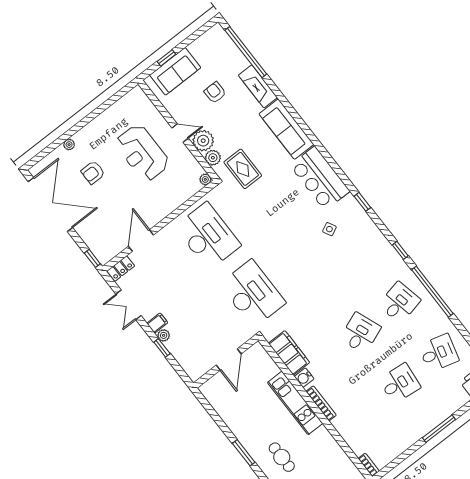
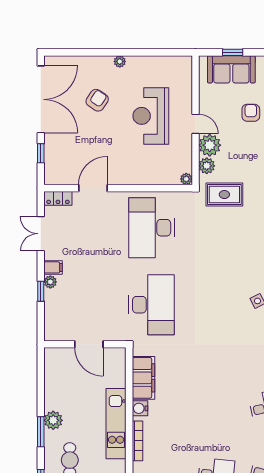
plant: (69, 145) -> (120, 61), moved
rug: (243, 169) -> (224, 195), turned 90
armchair: (93, 172) -> (97, 100), turned 124
desk: (208, 236) -> (152, 228), turned 180
window: (92, 258) -> (41, 153), moved
desk: (360, 333) -> (216, 408), removed
door: (229, 360) -> (89, 344), hinge flipped
plant: (246, 437) -> (53, 420), added

